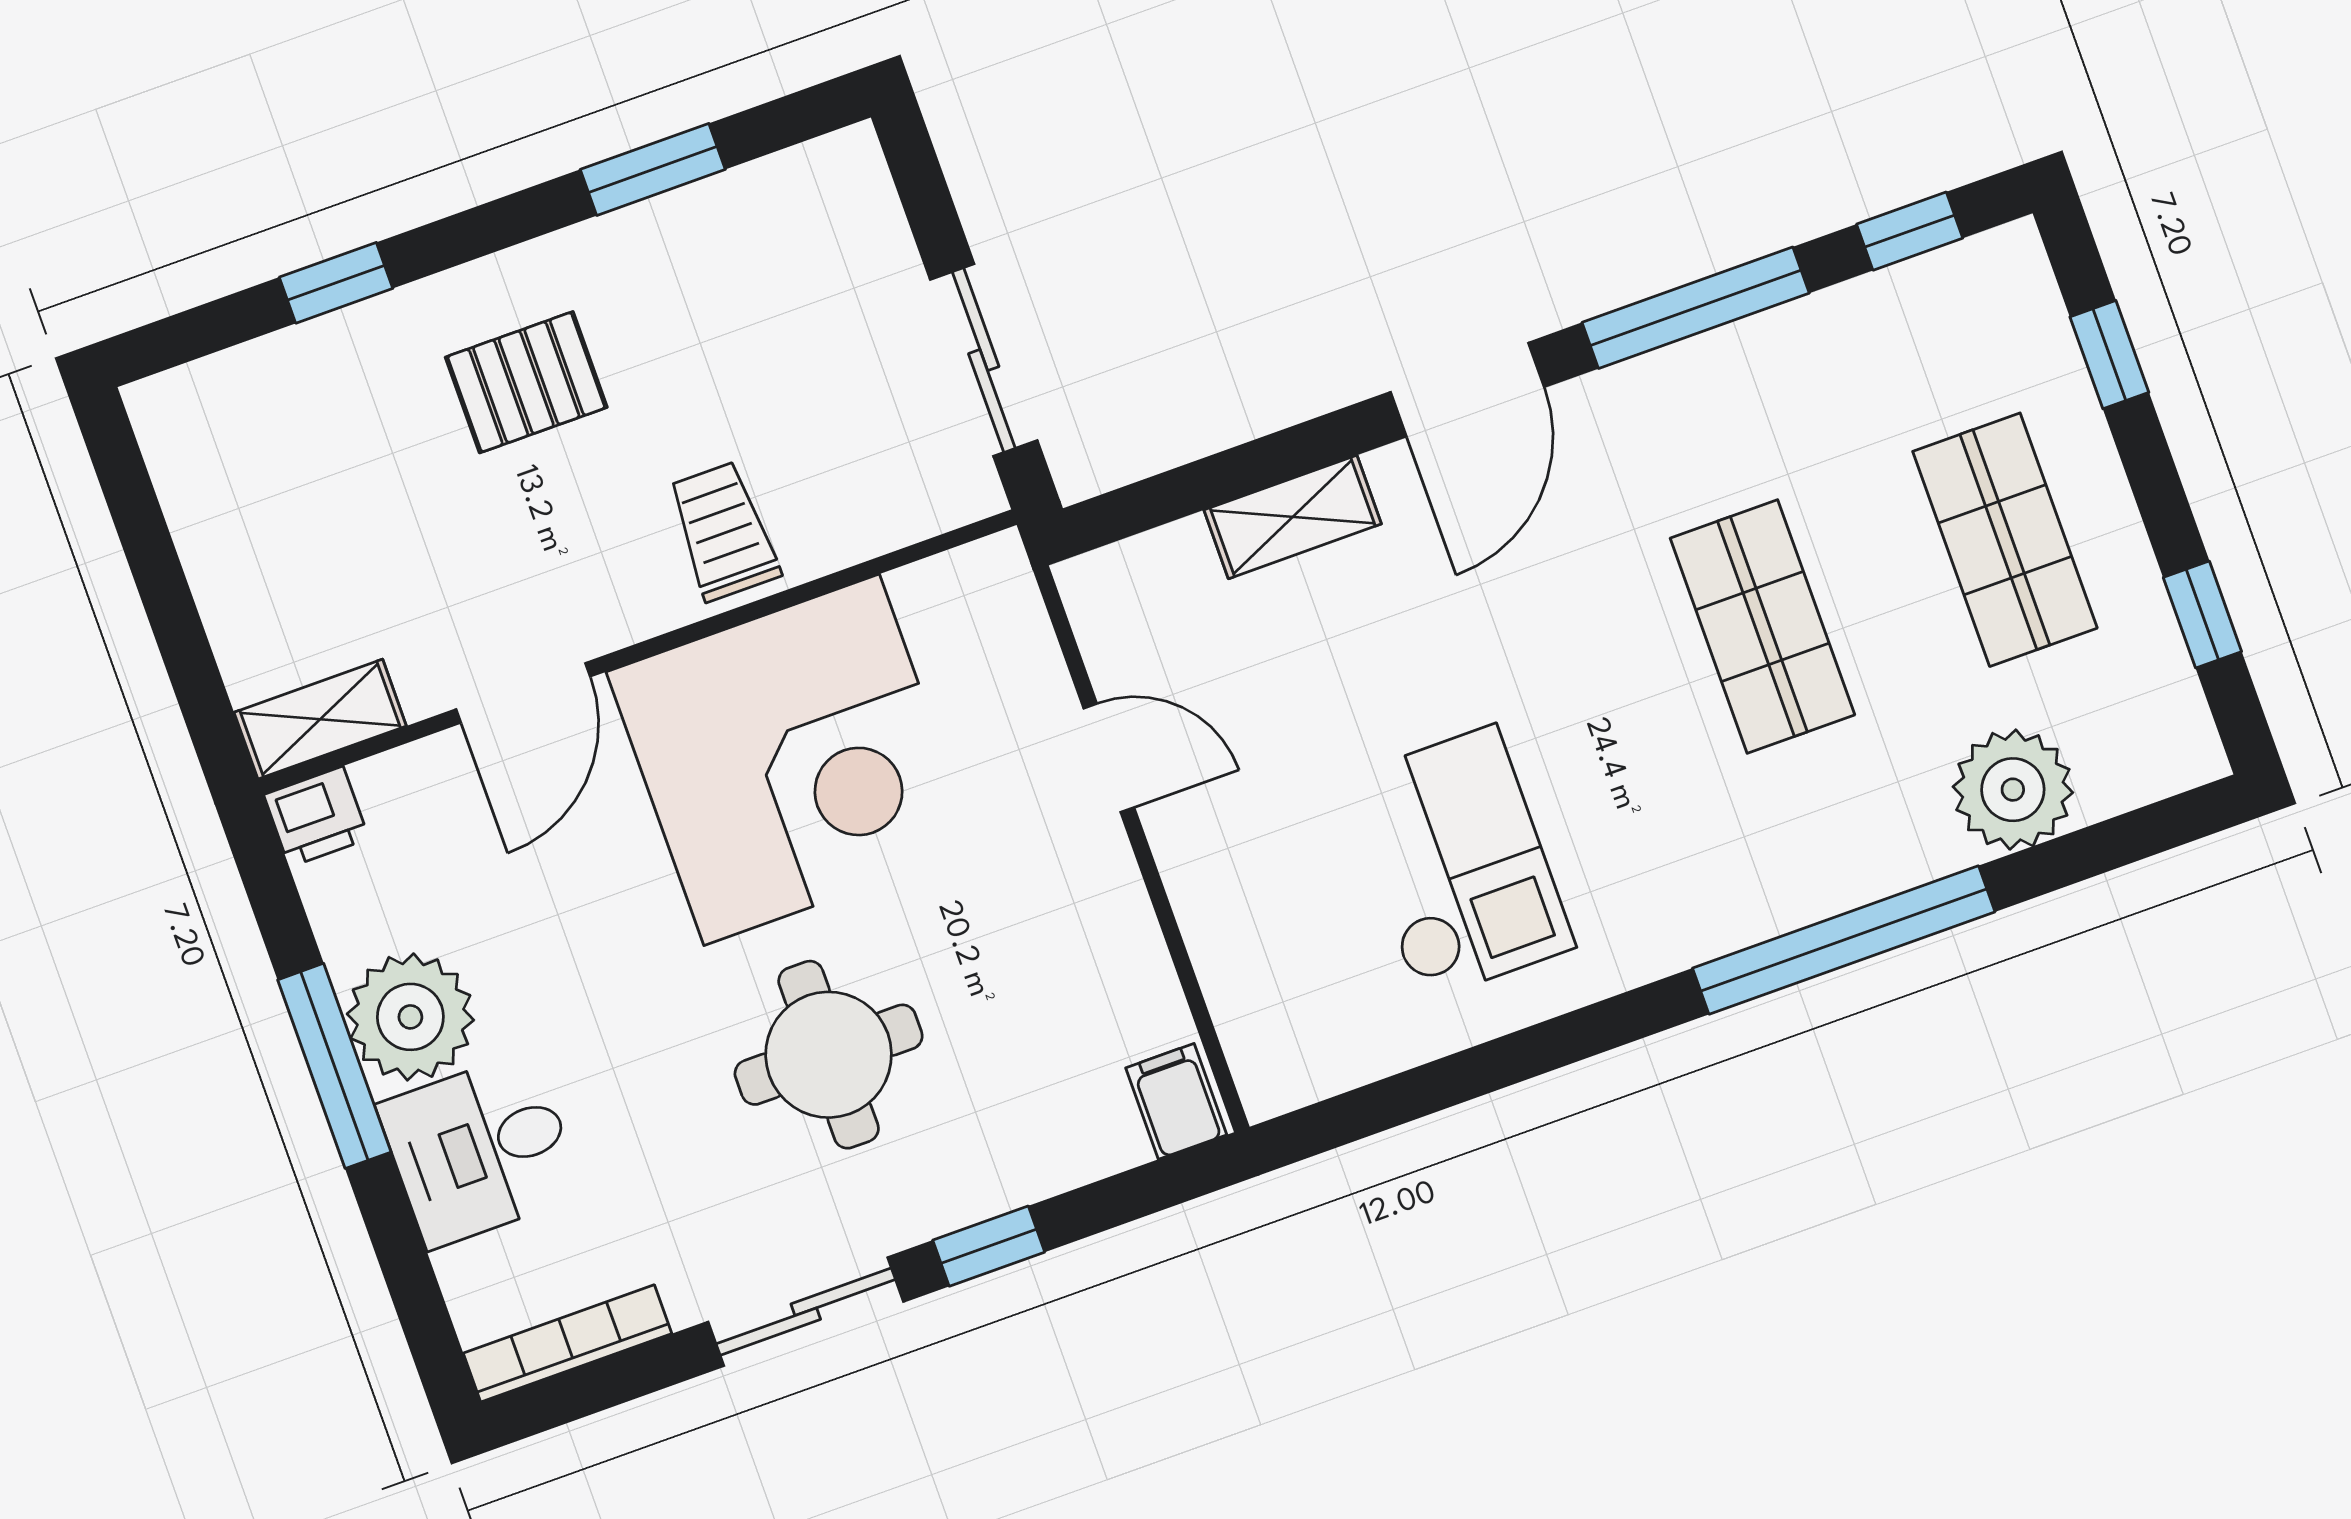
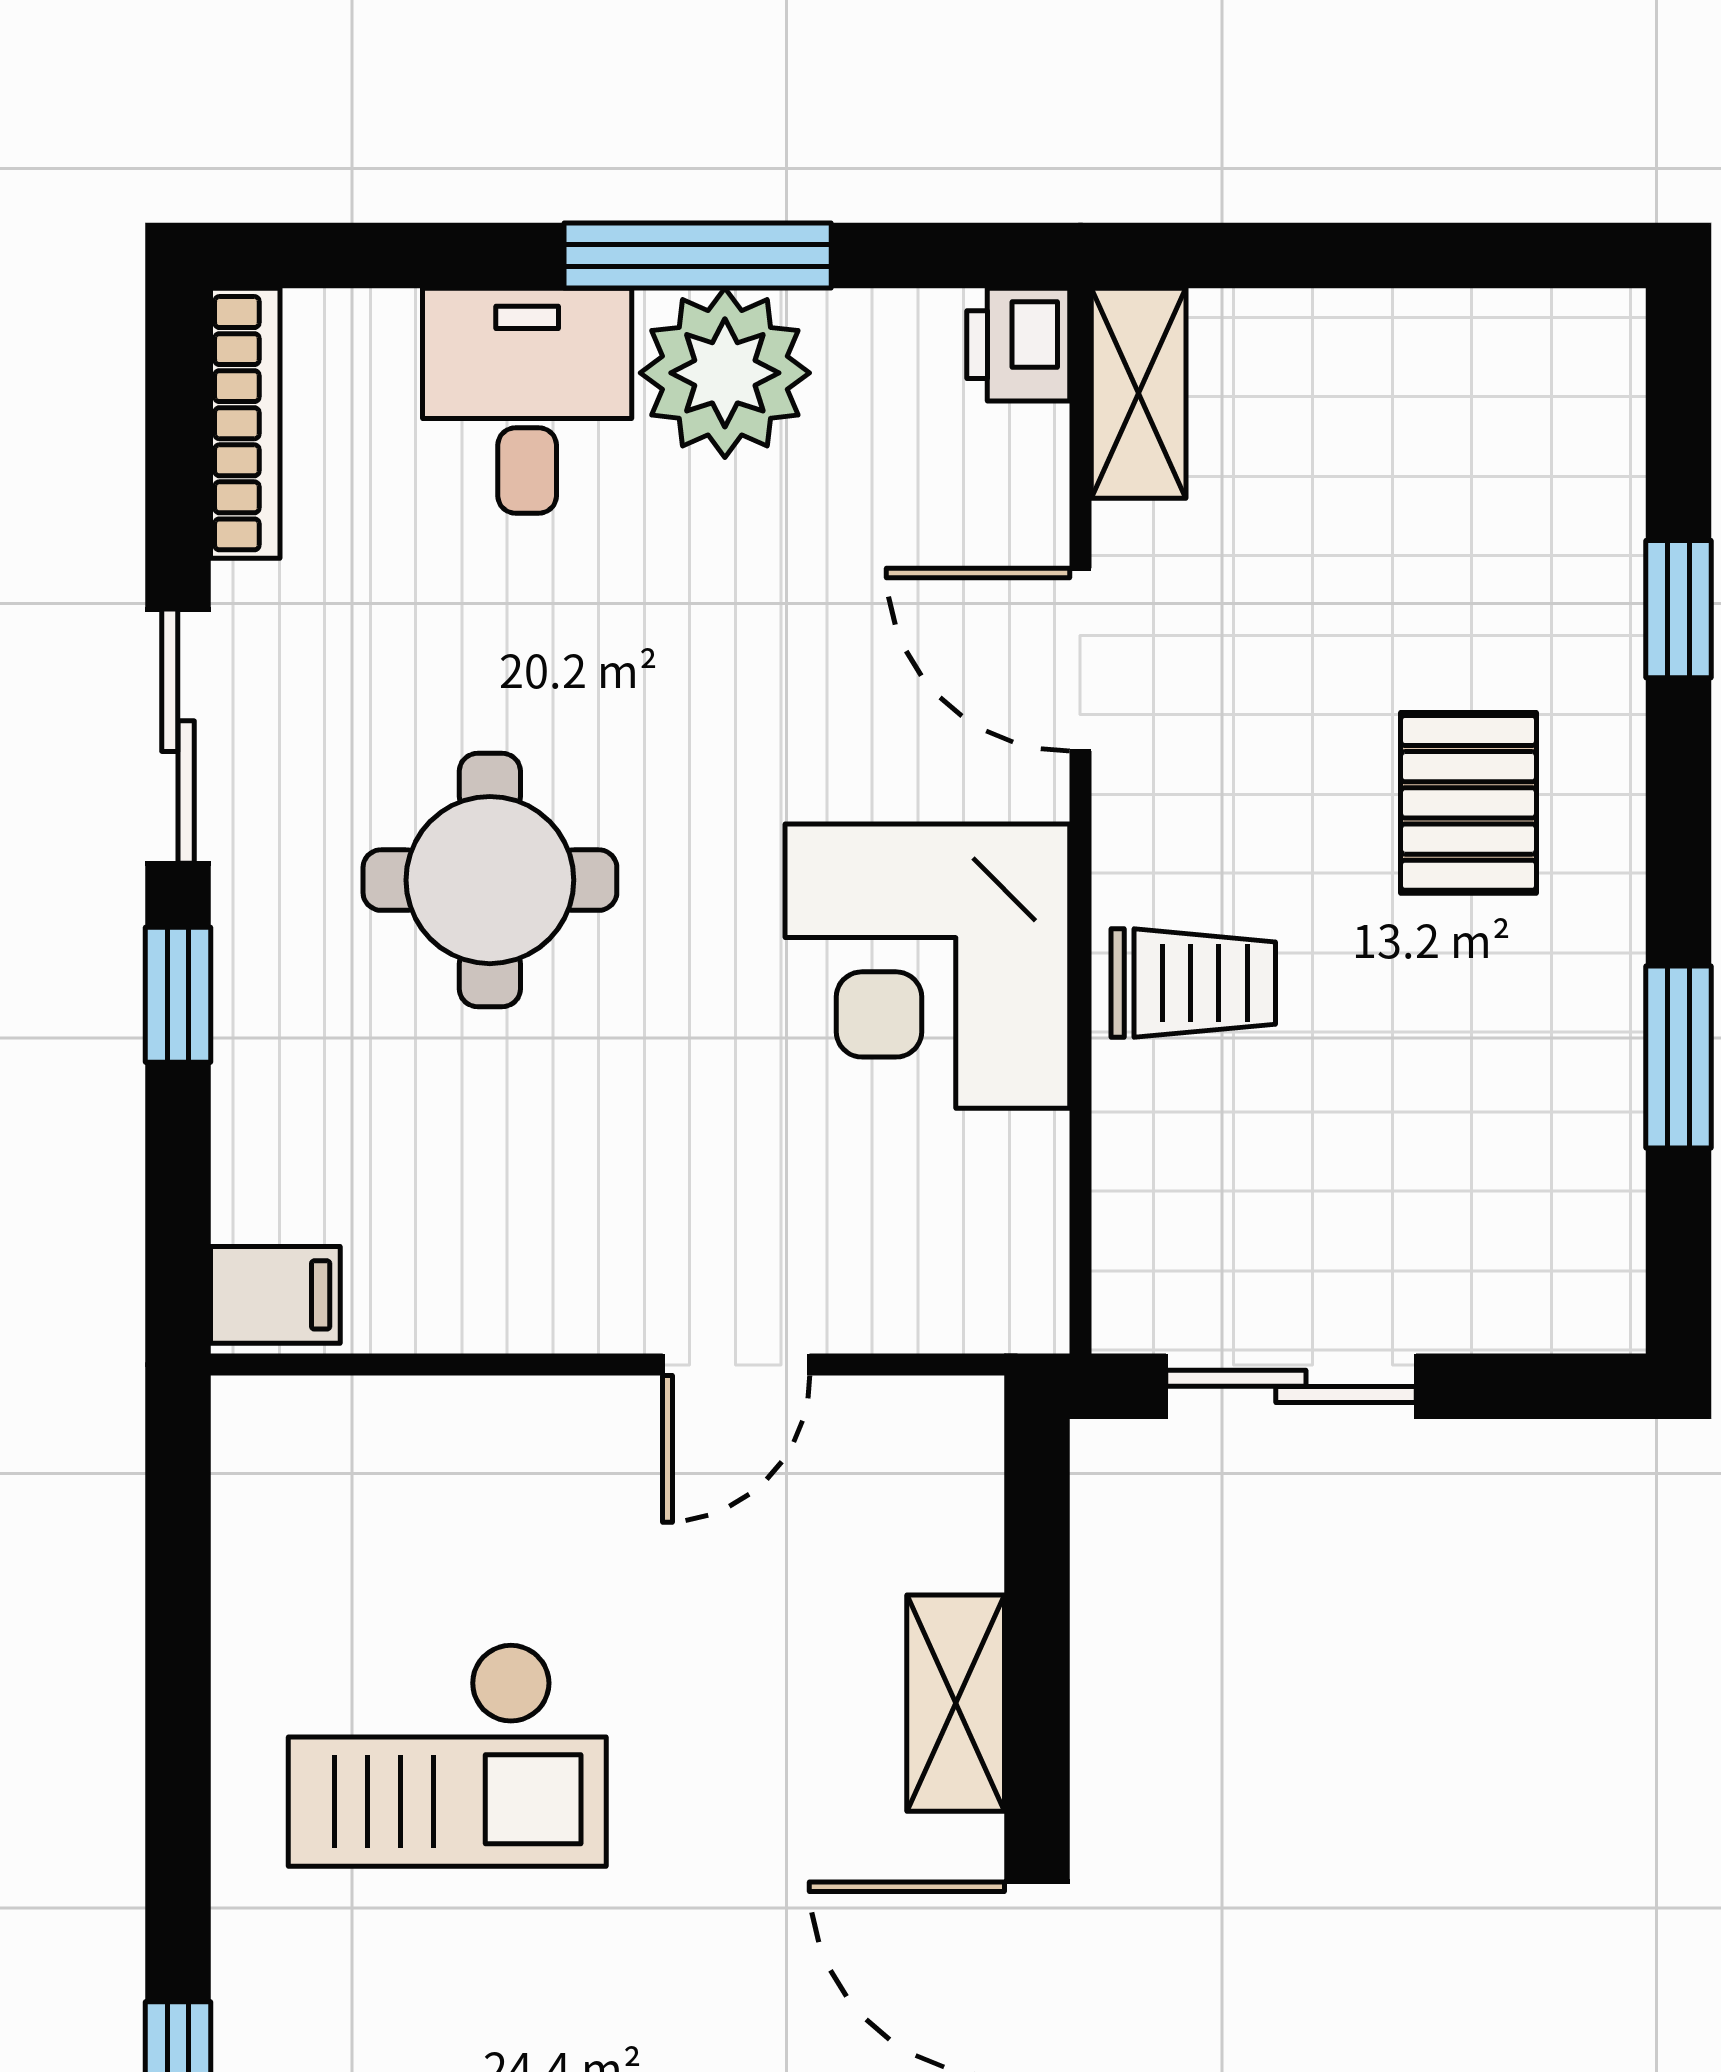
corner desk: (792, 760) -> (927, 966), width x0.74, depth x0.74

